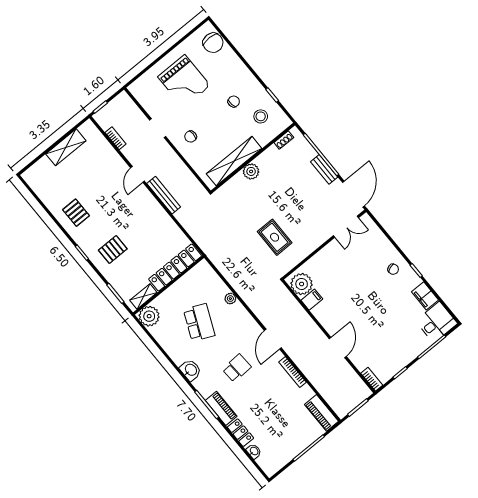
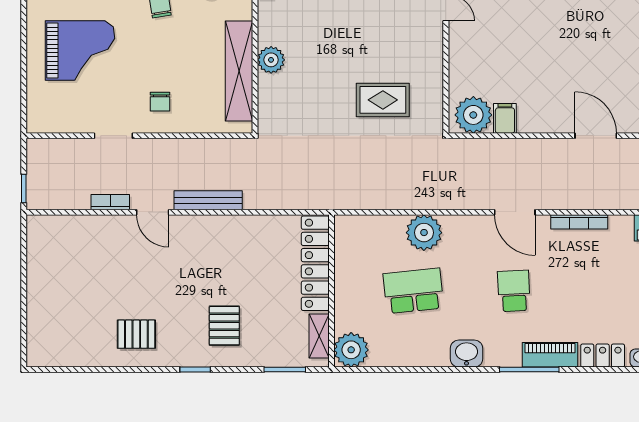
bookcase: (115, 138) -> (110, 202), moved
shelving: (66, 147) -> (40, 277), removed
plant: (230, 299) -> (424, 233), width x1.88, depth x1.88
school desk: (199, 322) -> (413, 291), turned -30

